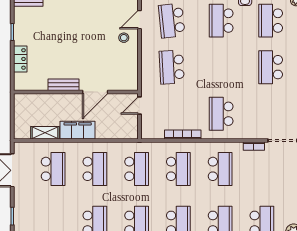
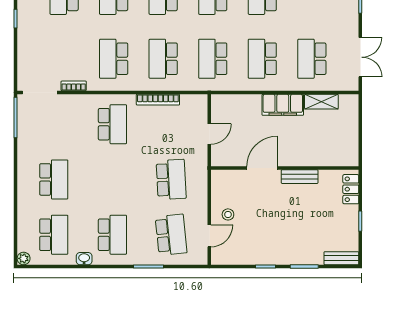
bench: (63, 85) -> (300, 177), moved
wall: (76, 92) -> (285, 168), moved
door: (95, 92) -> (262, 168), moved

